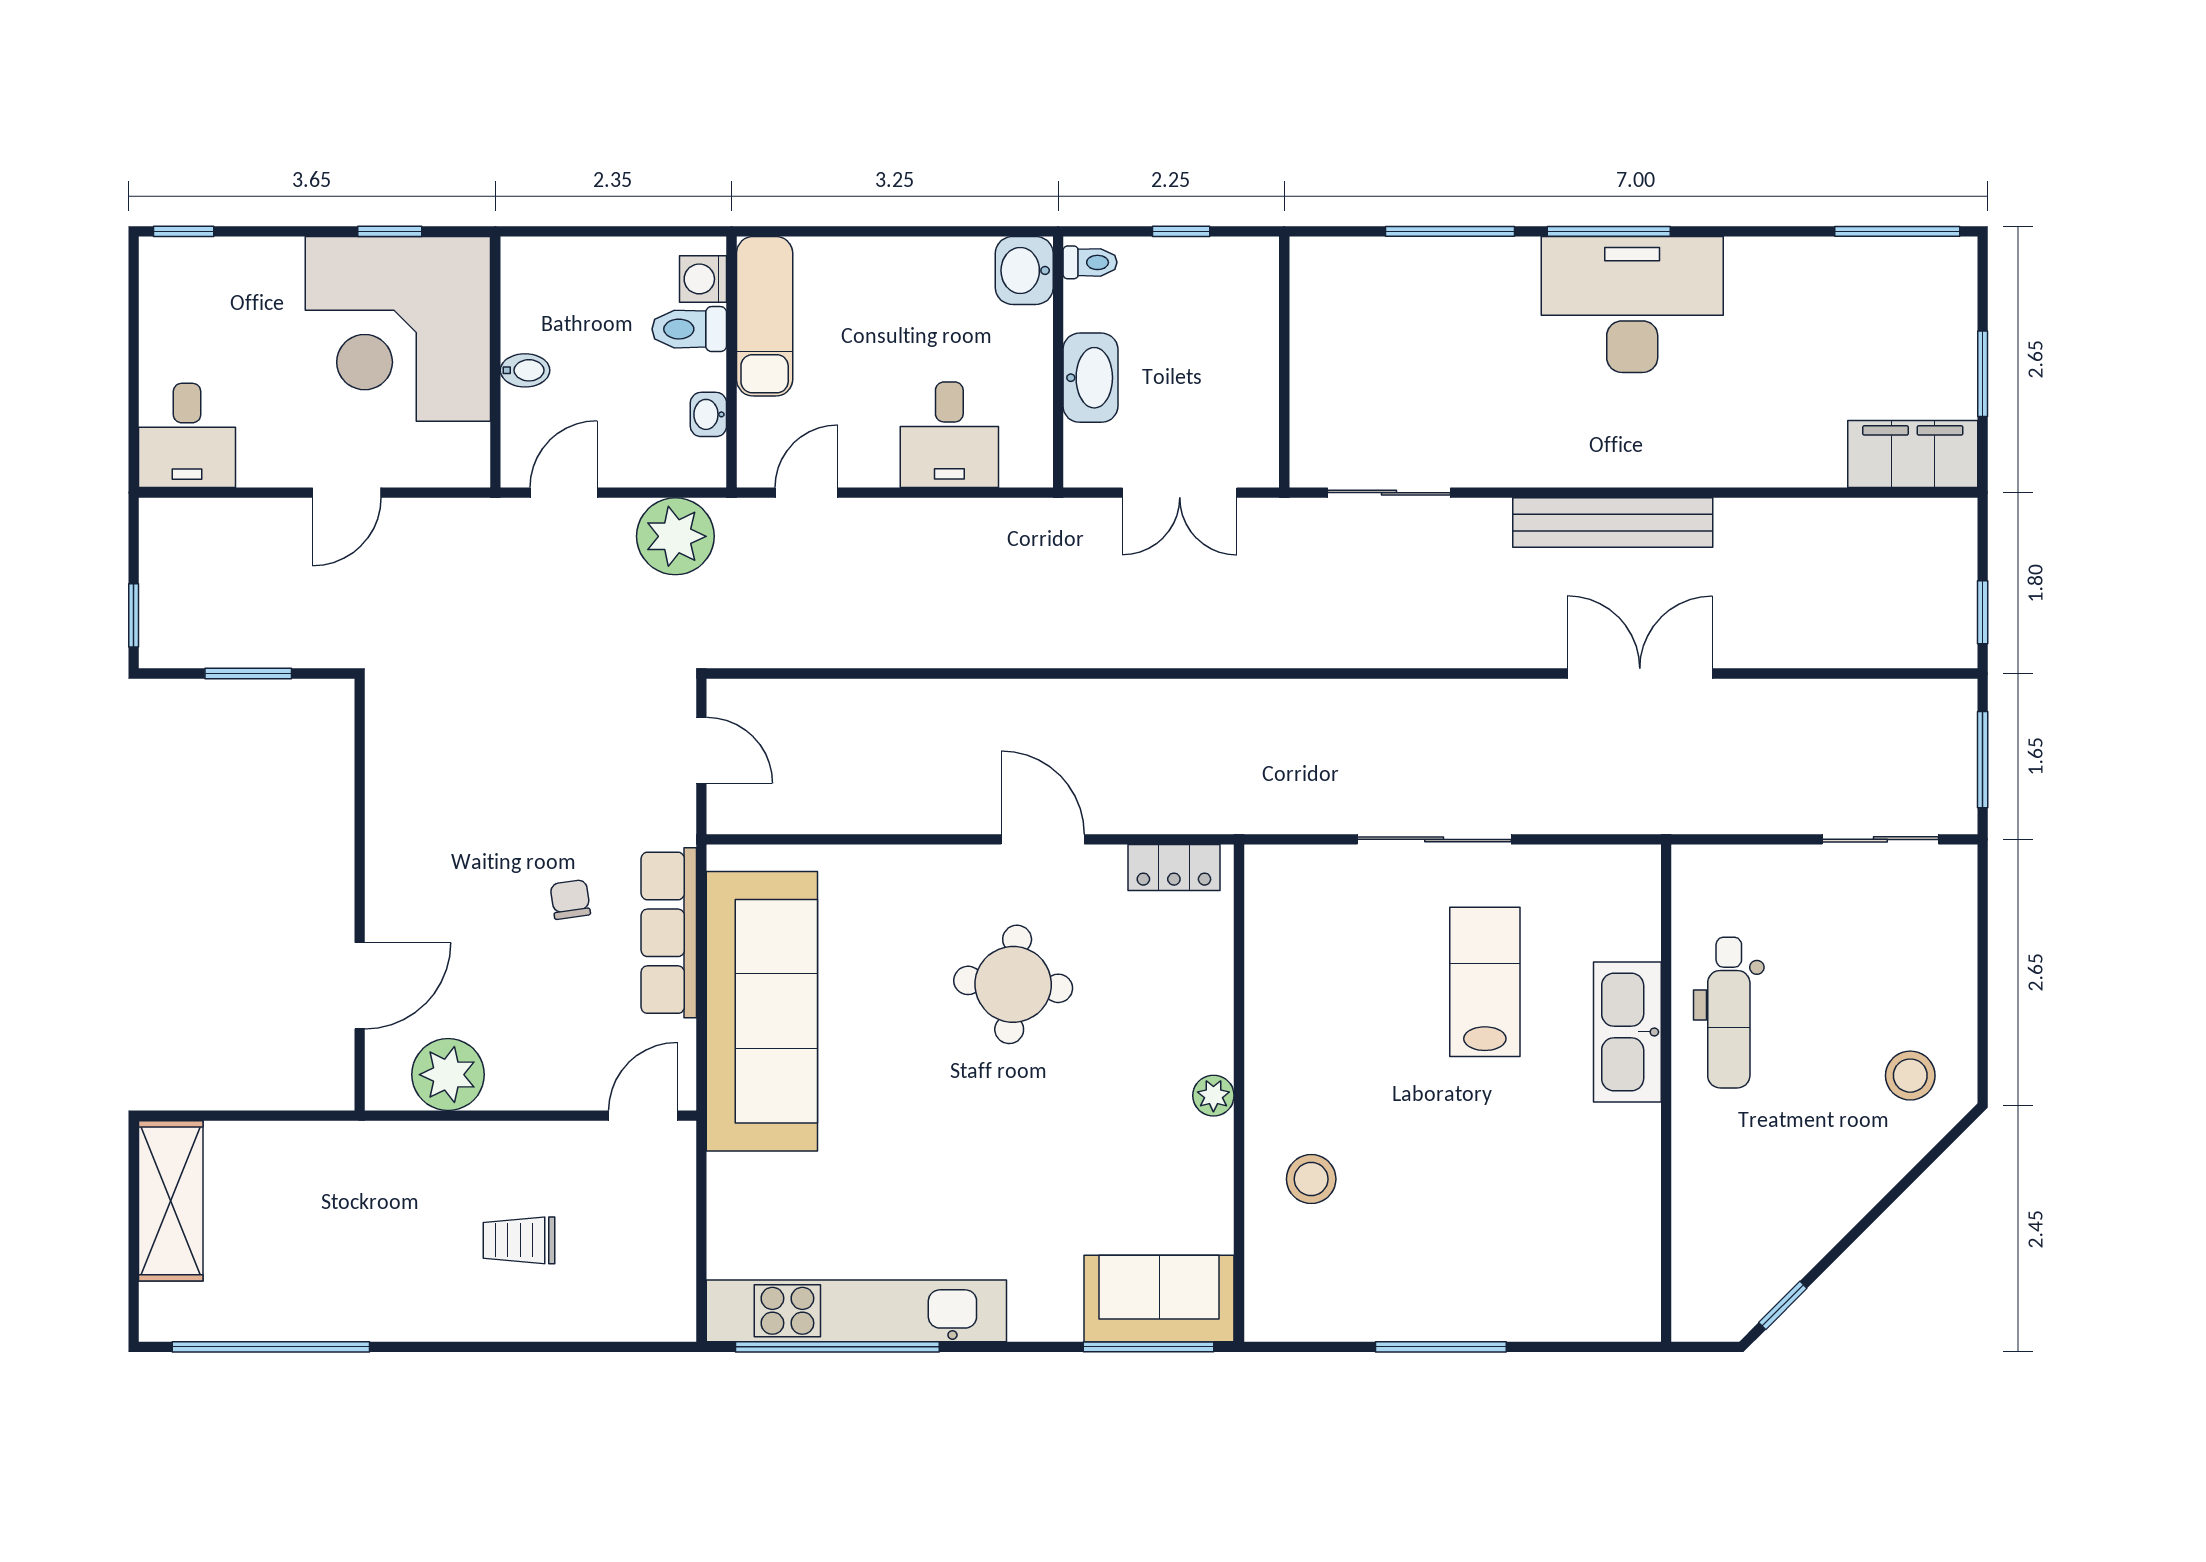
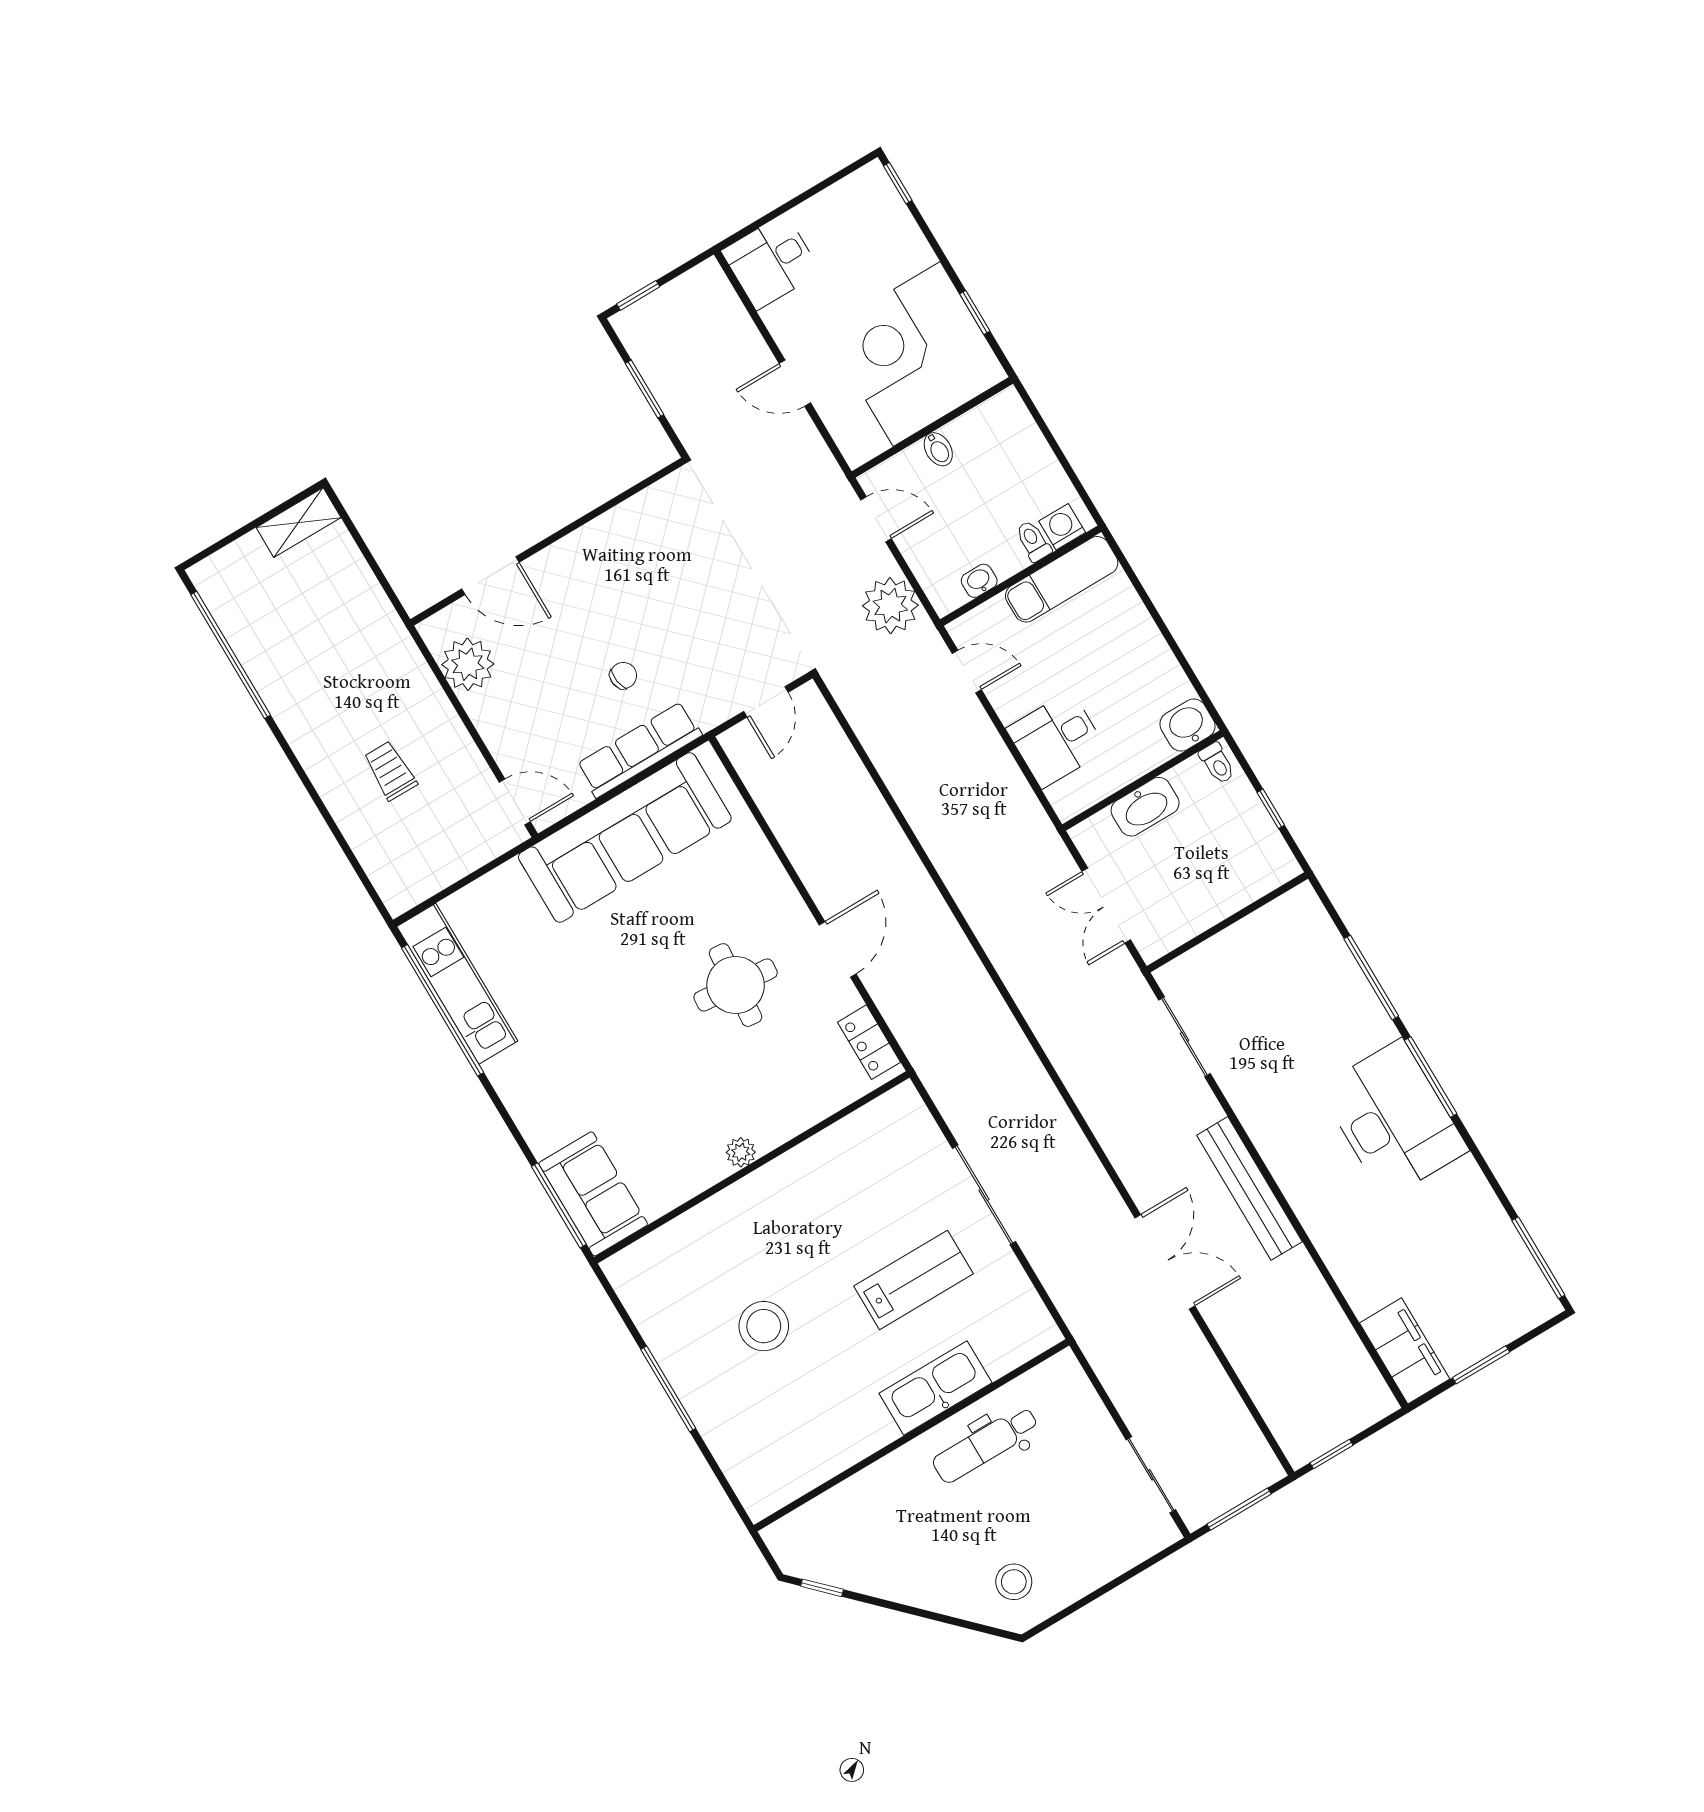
toilet: (689, 329) -> (1033, 541), width x0.73, depth x0.72
stool: (1311, 1179) -> (764, 1326), moved, width x1.38, depth x1.38
shelving: (171, 1201) -> (299, 523), width x0.67, depth x0.75
kitchen unit: (856, 1311) -> (457, 984), width x0.73

